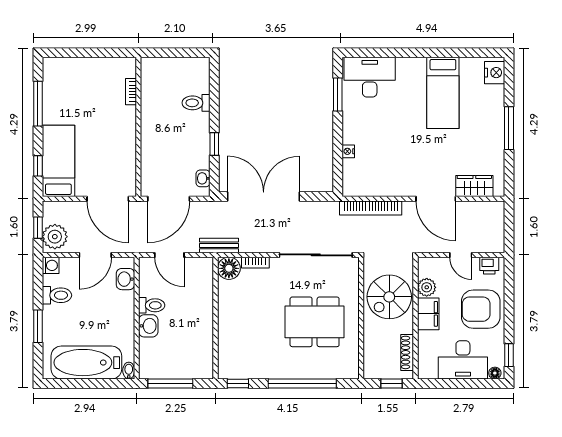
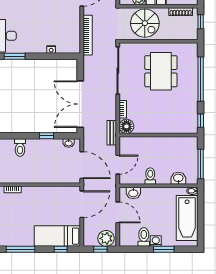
washing machine: (51, 265) -> (156, 241), moved
washbasin: (148, 326) -> (178, 178), moved

